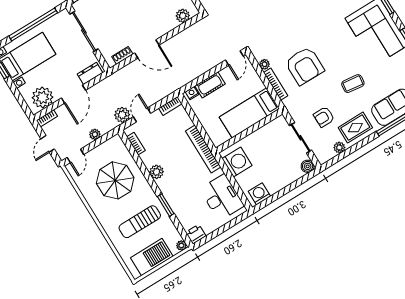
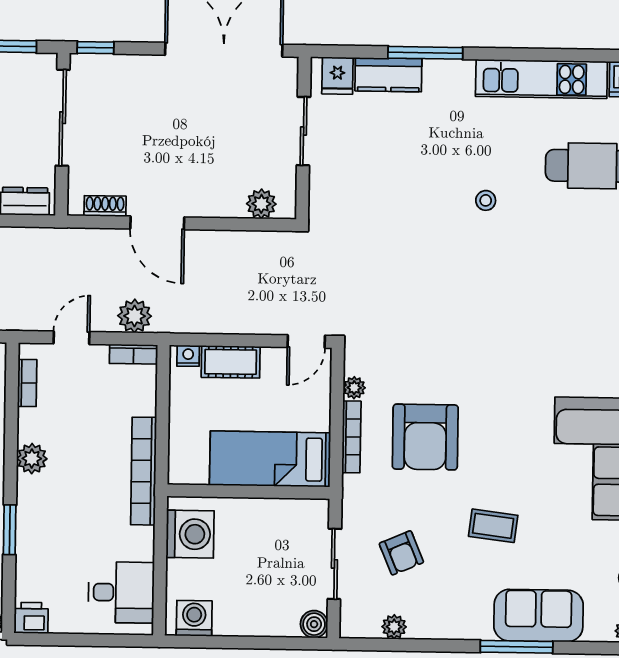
plant: (122, 115) -> (135, 316), moved
armchair: (324, 117) -> (401, 553), turned -113
rug: (355, 128) -> (446, 609), removed
desk: (222, 197) -> (121, 592), width x0.73

